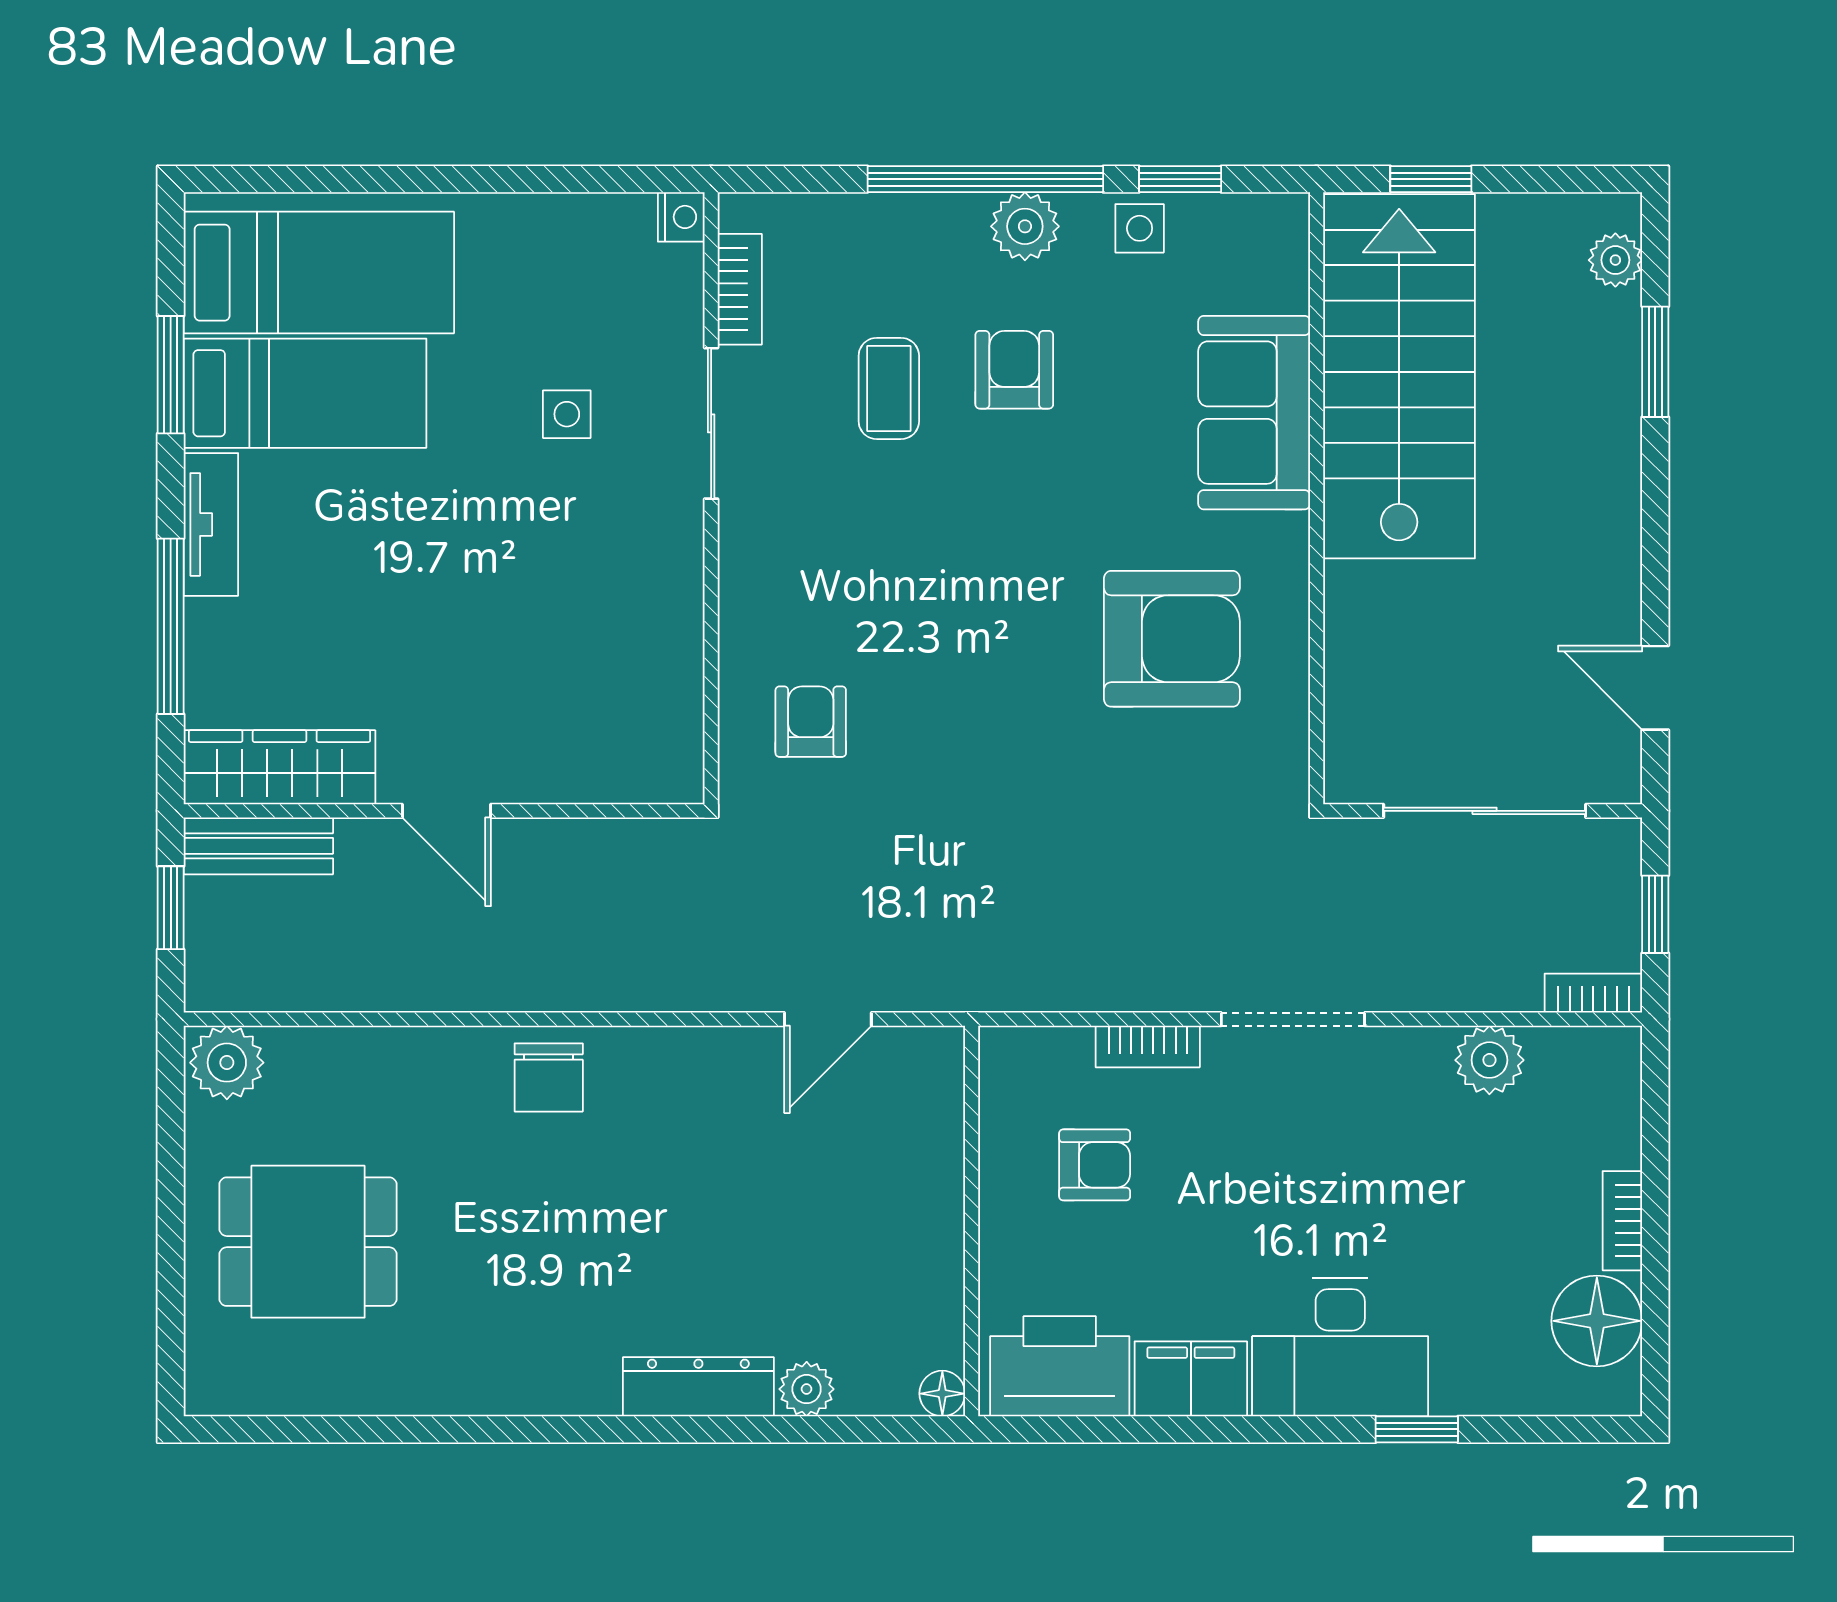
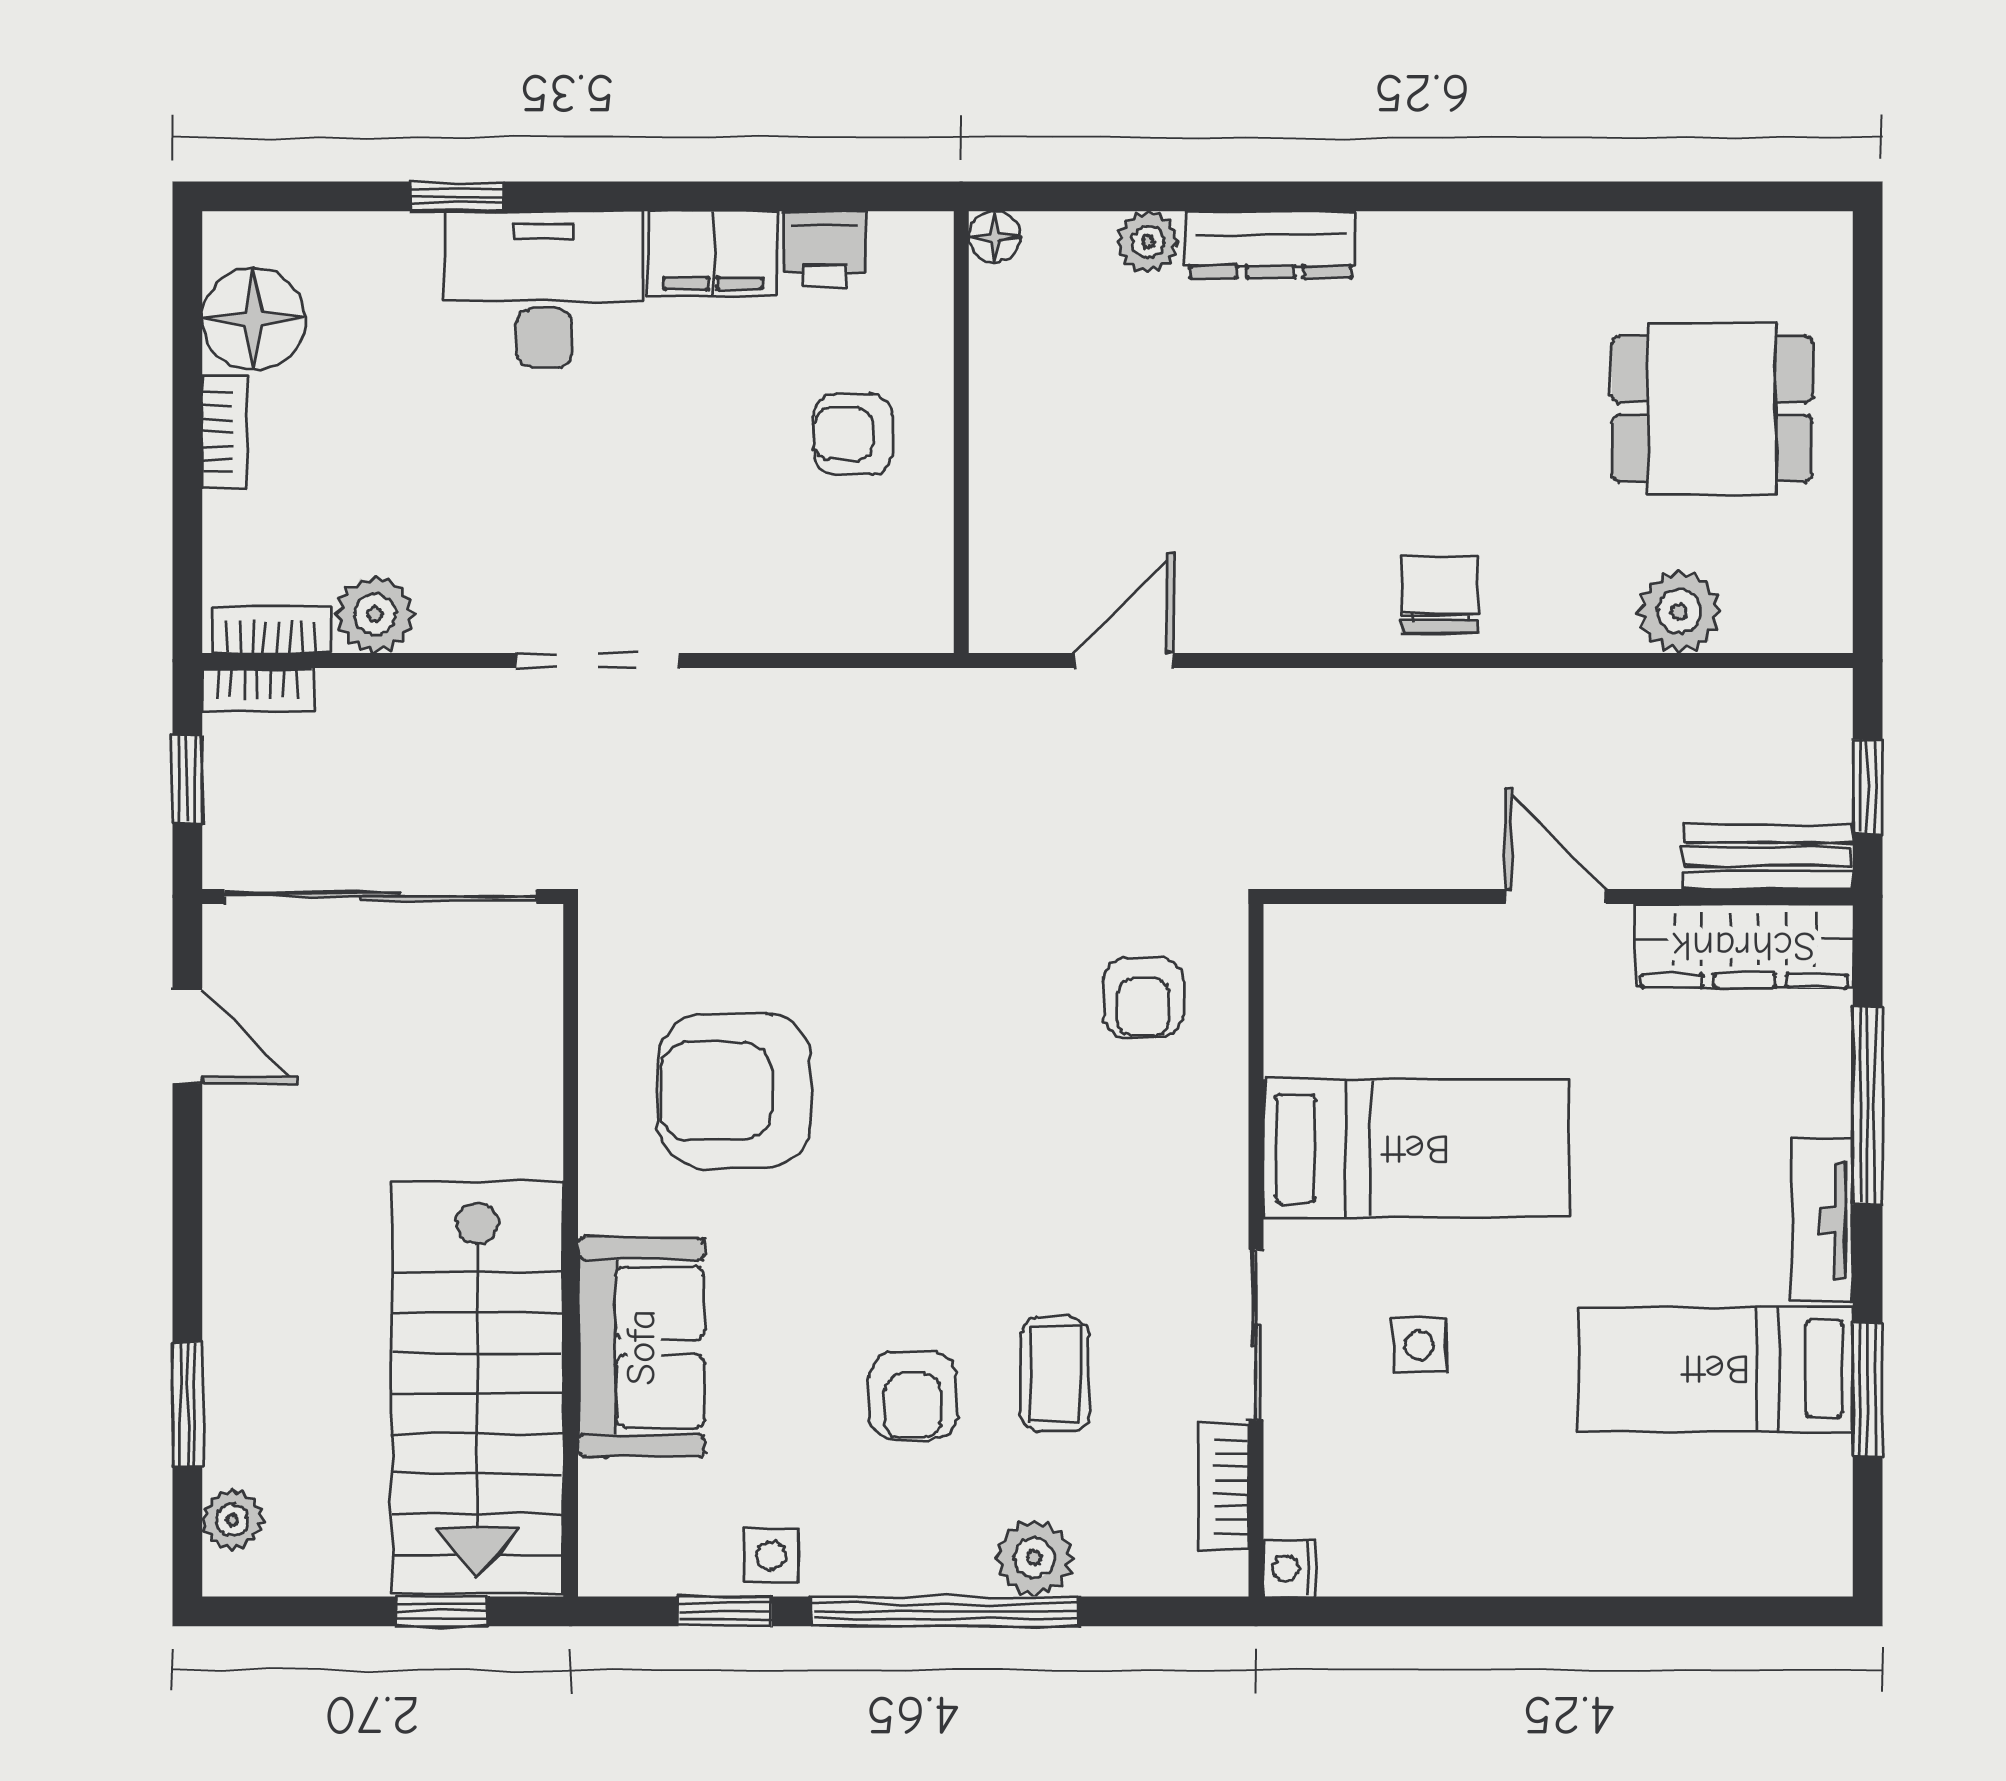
plant: (1025, 226) -> (1034, 1558), moved
bed: (319, 273) -> (1416, 1149), moved, turned 180
sliding door: (1485, 811) -> (381, 896), width x1.36
bookcase: (1148, 1046) -> (271, 630), moved
plant: (227, 1063) -> (1679, 611), moved
armchair: (1095, 1165) -> (853, 434), moved
printer: (1060, 1366) -> (825, 249), width x0.53, depth x0.68

